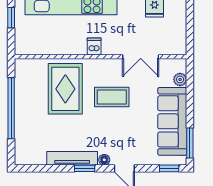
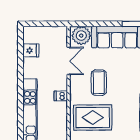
plant: (180, 79) -> (81, 36), width x1.88, depth x1.88

